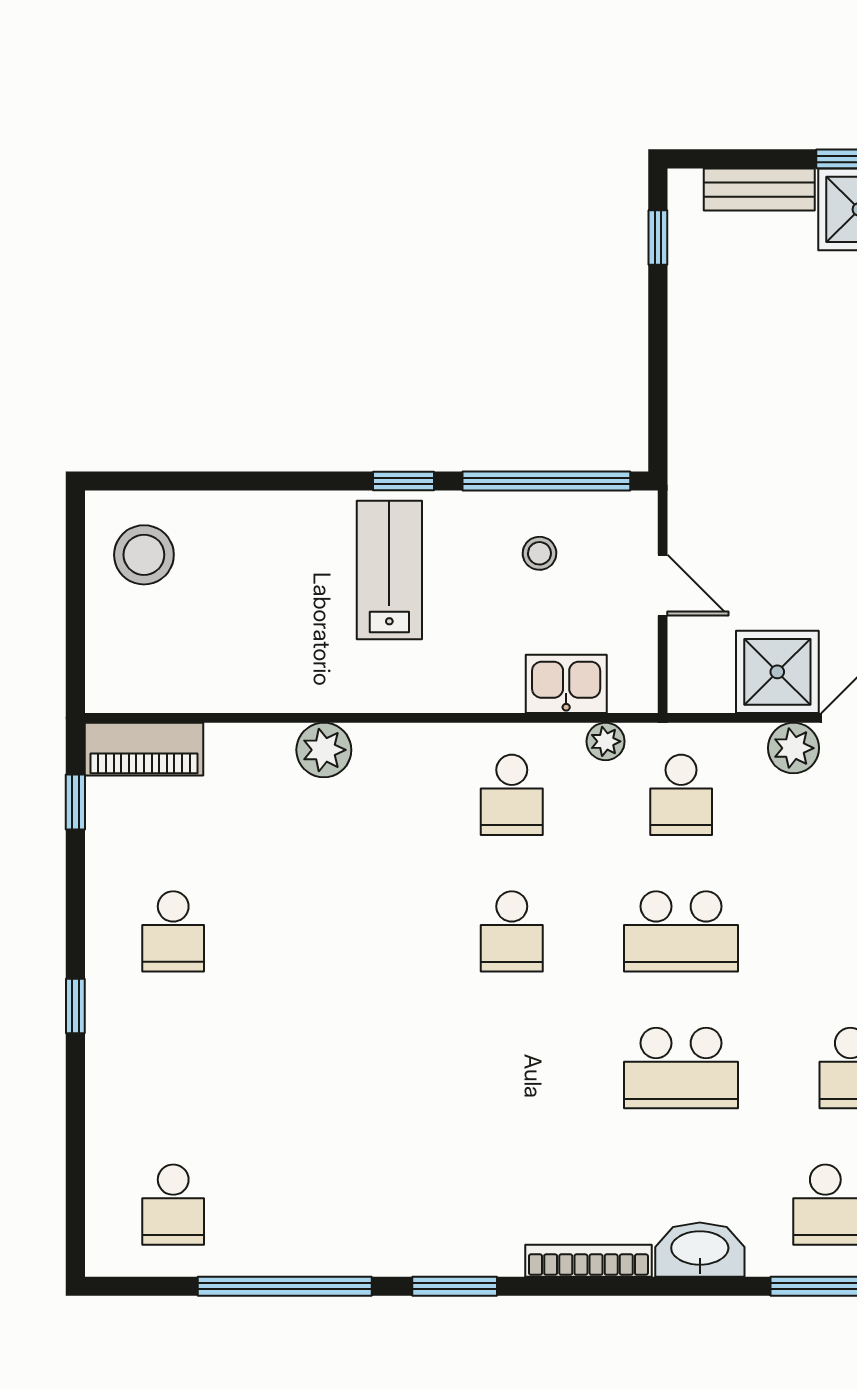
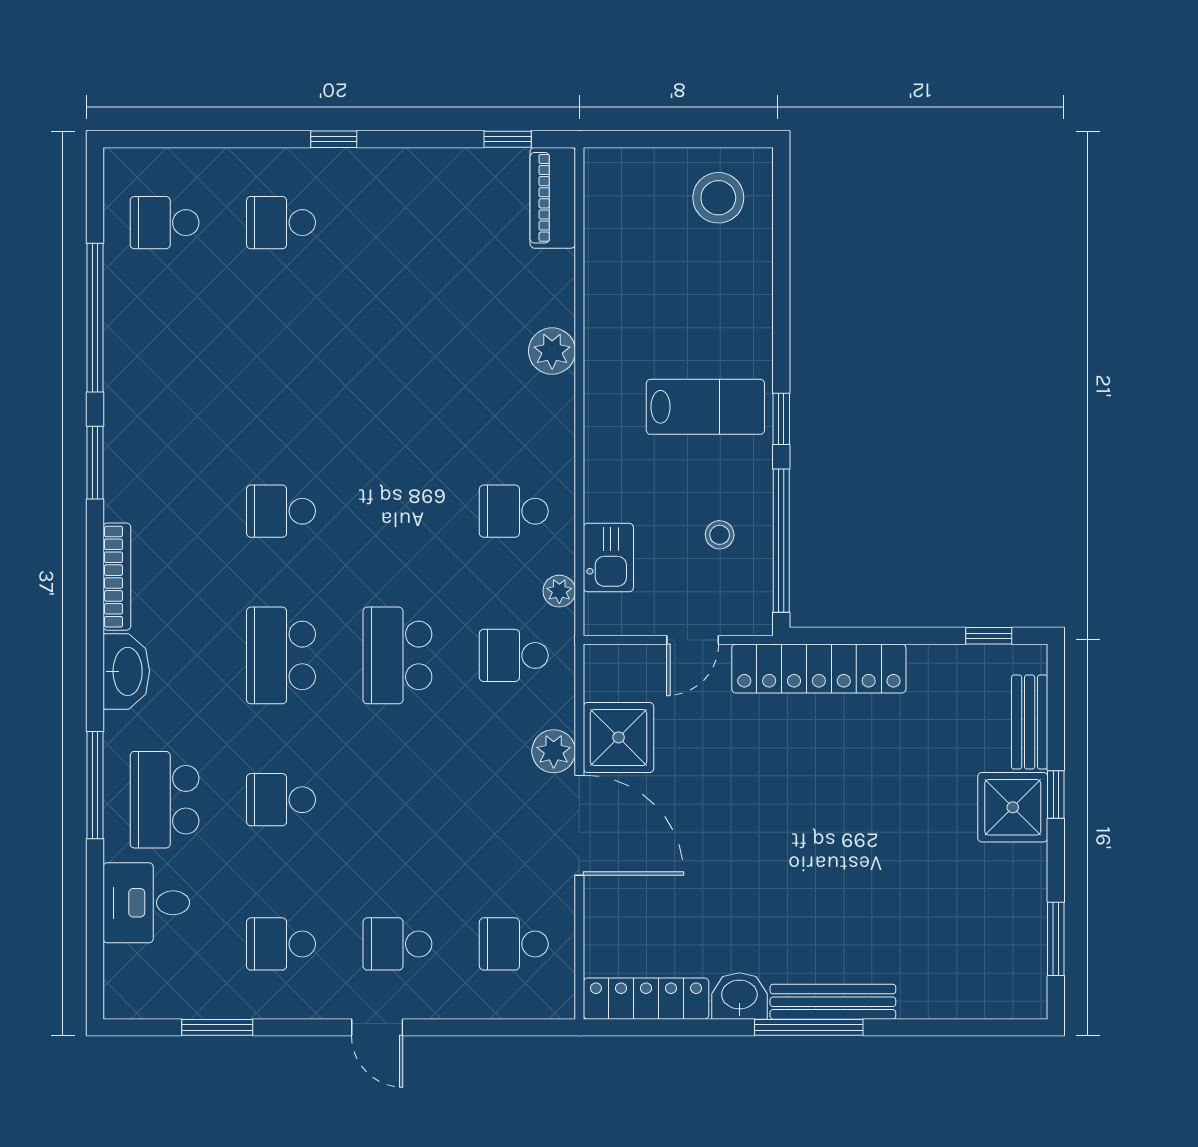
locker: (696, 437) -> (819, 668), added
school desk: (173, 931) -> (281, 223), moved
school desk: (512, 931) -> (281, 511), moved

